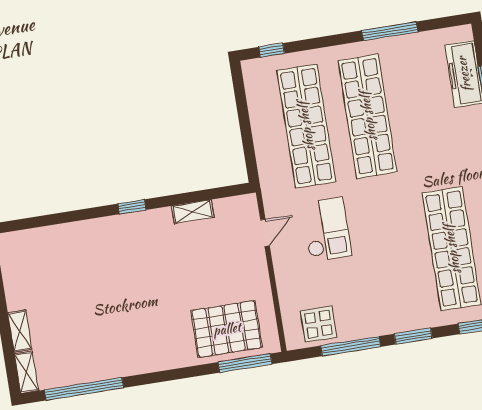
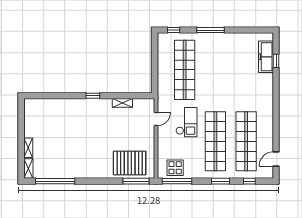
window: (390, 31) -> (211, 30), moved
shop shelf: (368, 116) -> (215, 141), moved
window: (351, 346) -> (177, 181), moved

